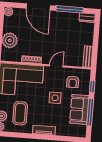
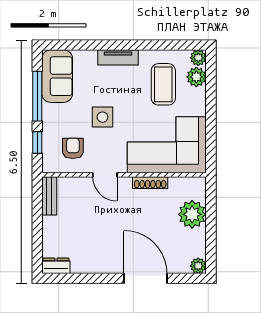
window: (70, 9) -> (89, 278), removed
door: (56, 66) -> (105, 175), hinge flipped
sofa: (79, 109) -> (57, 76), moved

